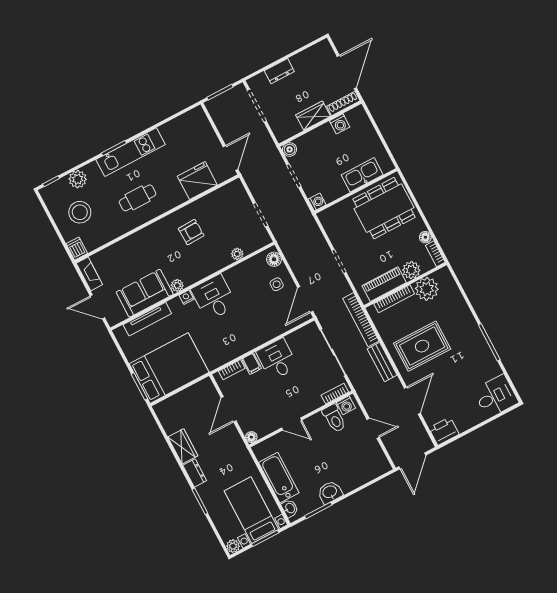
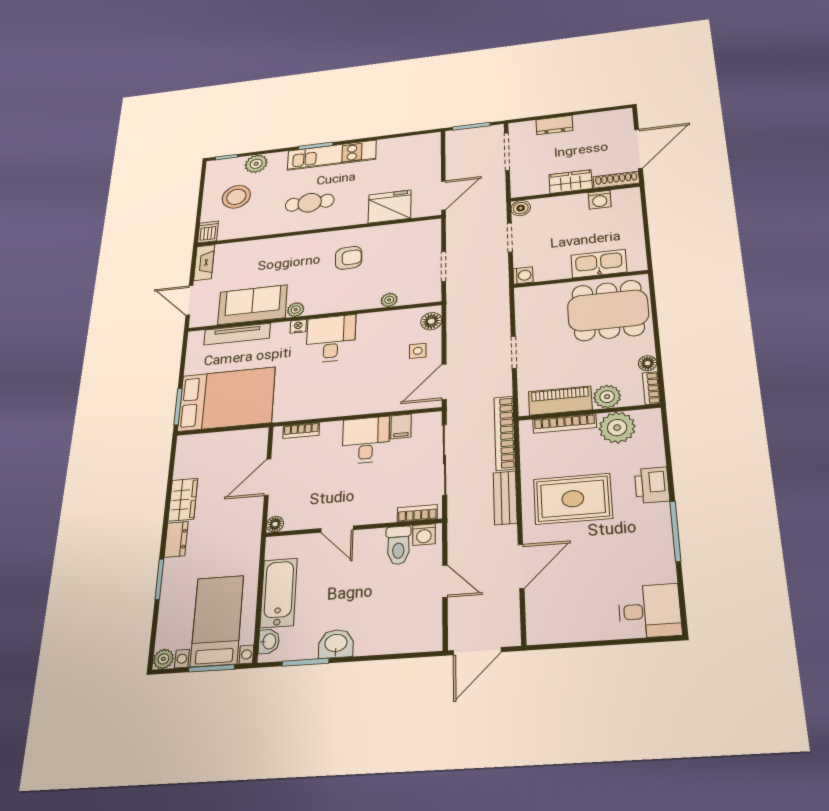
filing cabinet: (252, 364) -> (401, 426), moved
printer: (444, 431) -> (652, 485), moved, turned -90

